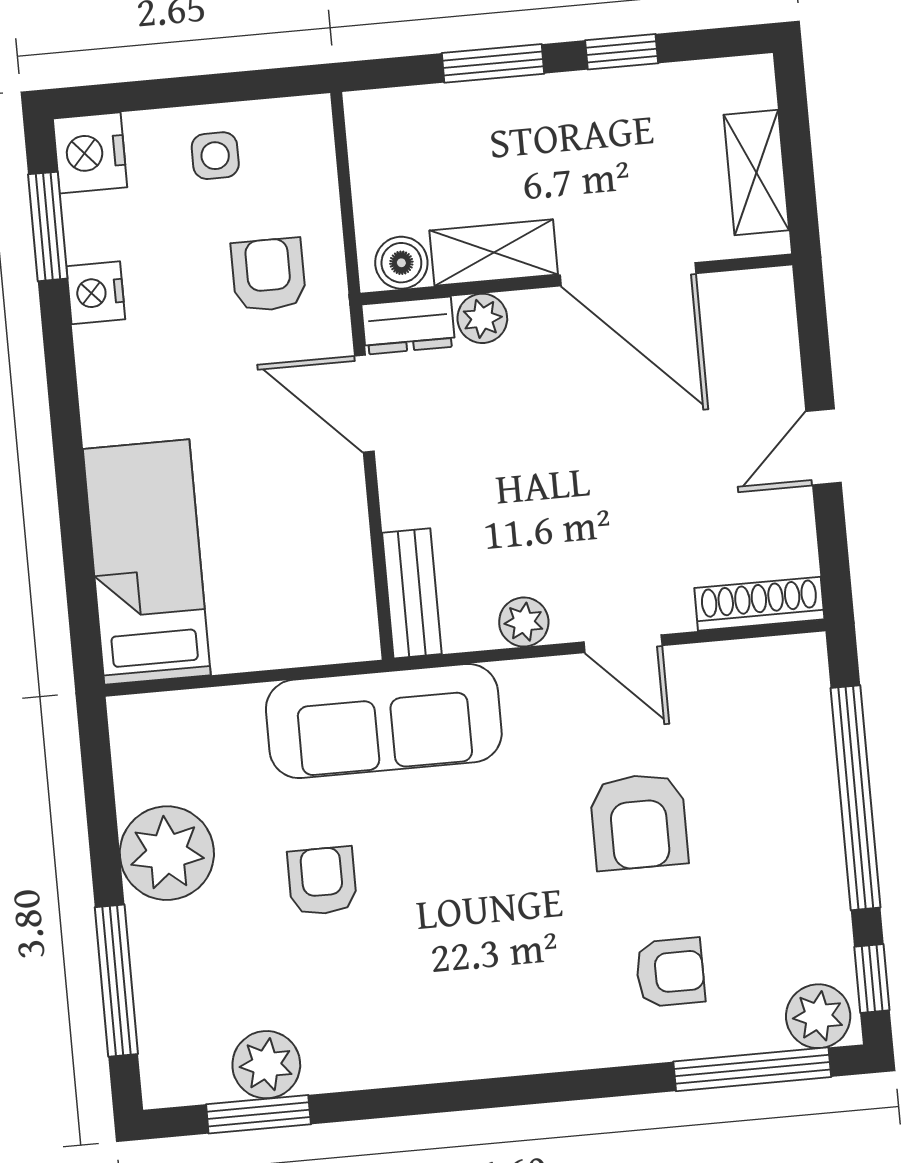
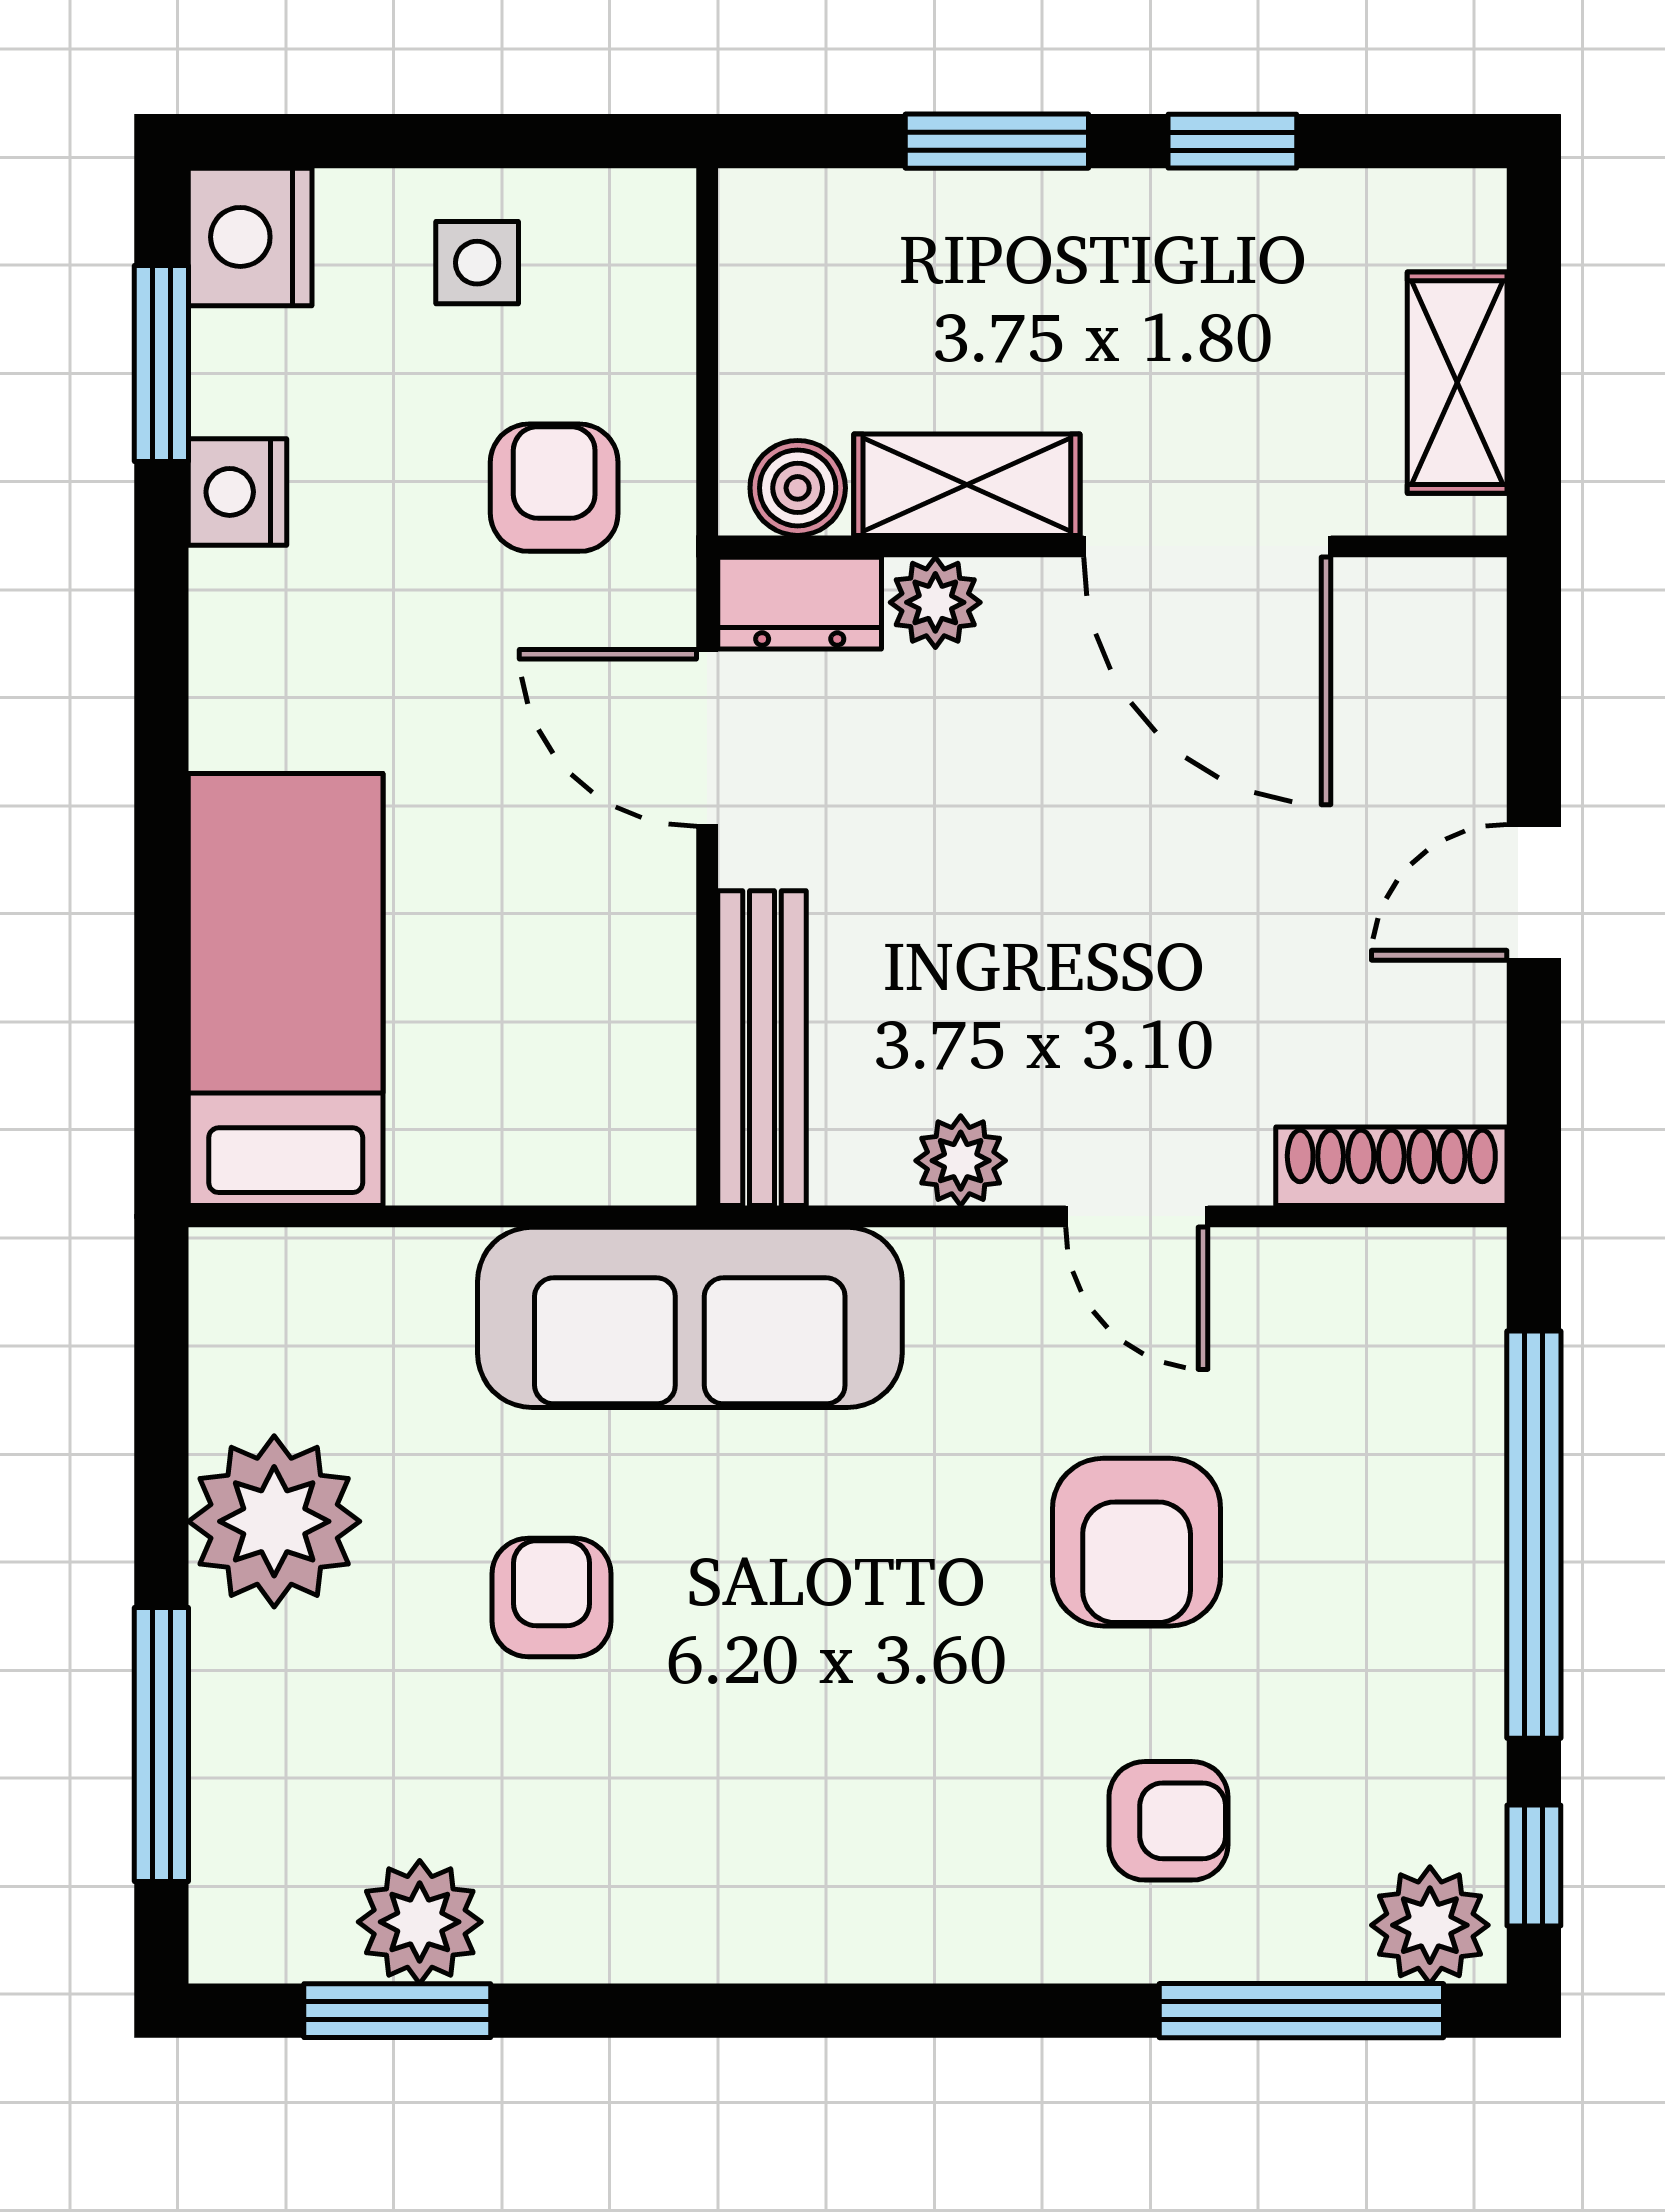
bench: (412, 593) -> (762, 1048), width x1.36

